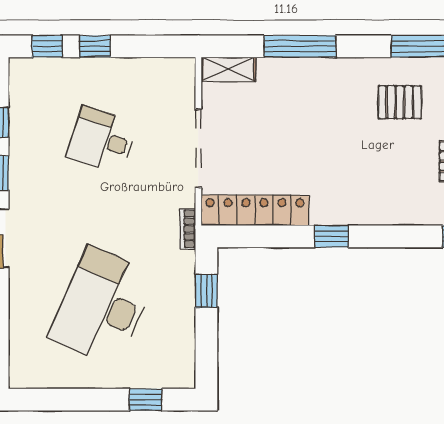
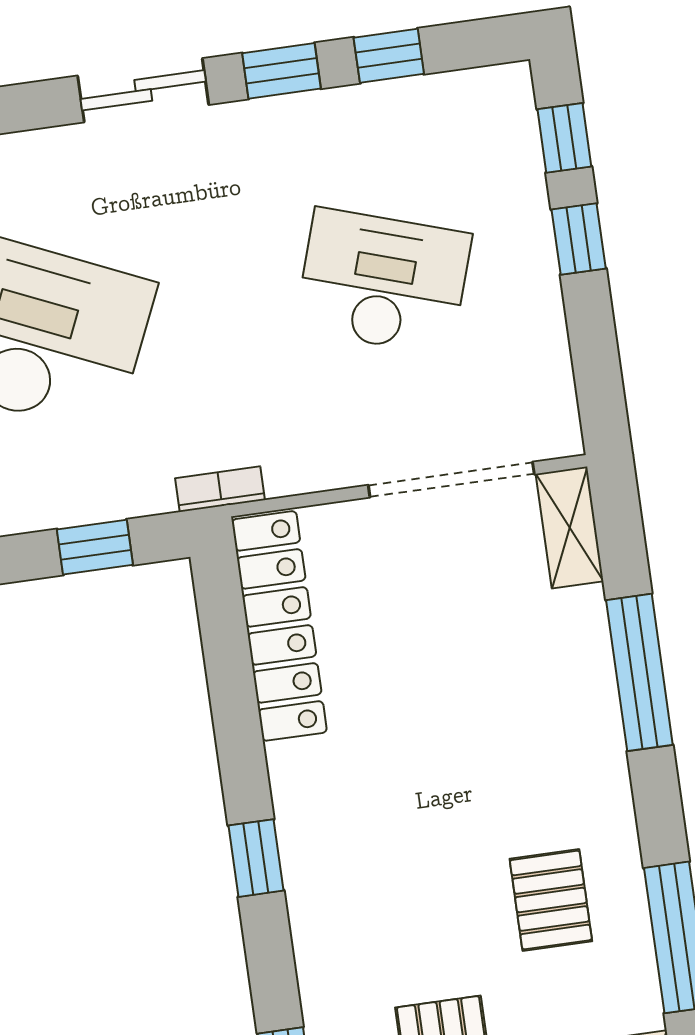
desk: (102, 140) -> (383, 282), width x1.37
doorway: (198, 148) -> (451, 480), moved
window: (332, 236) -> (256, 858), moved

